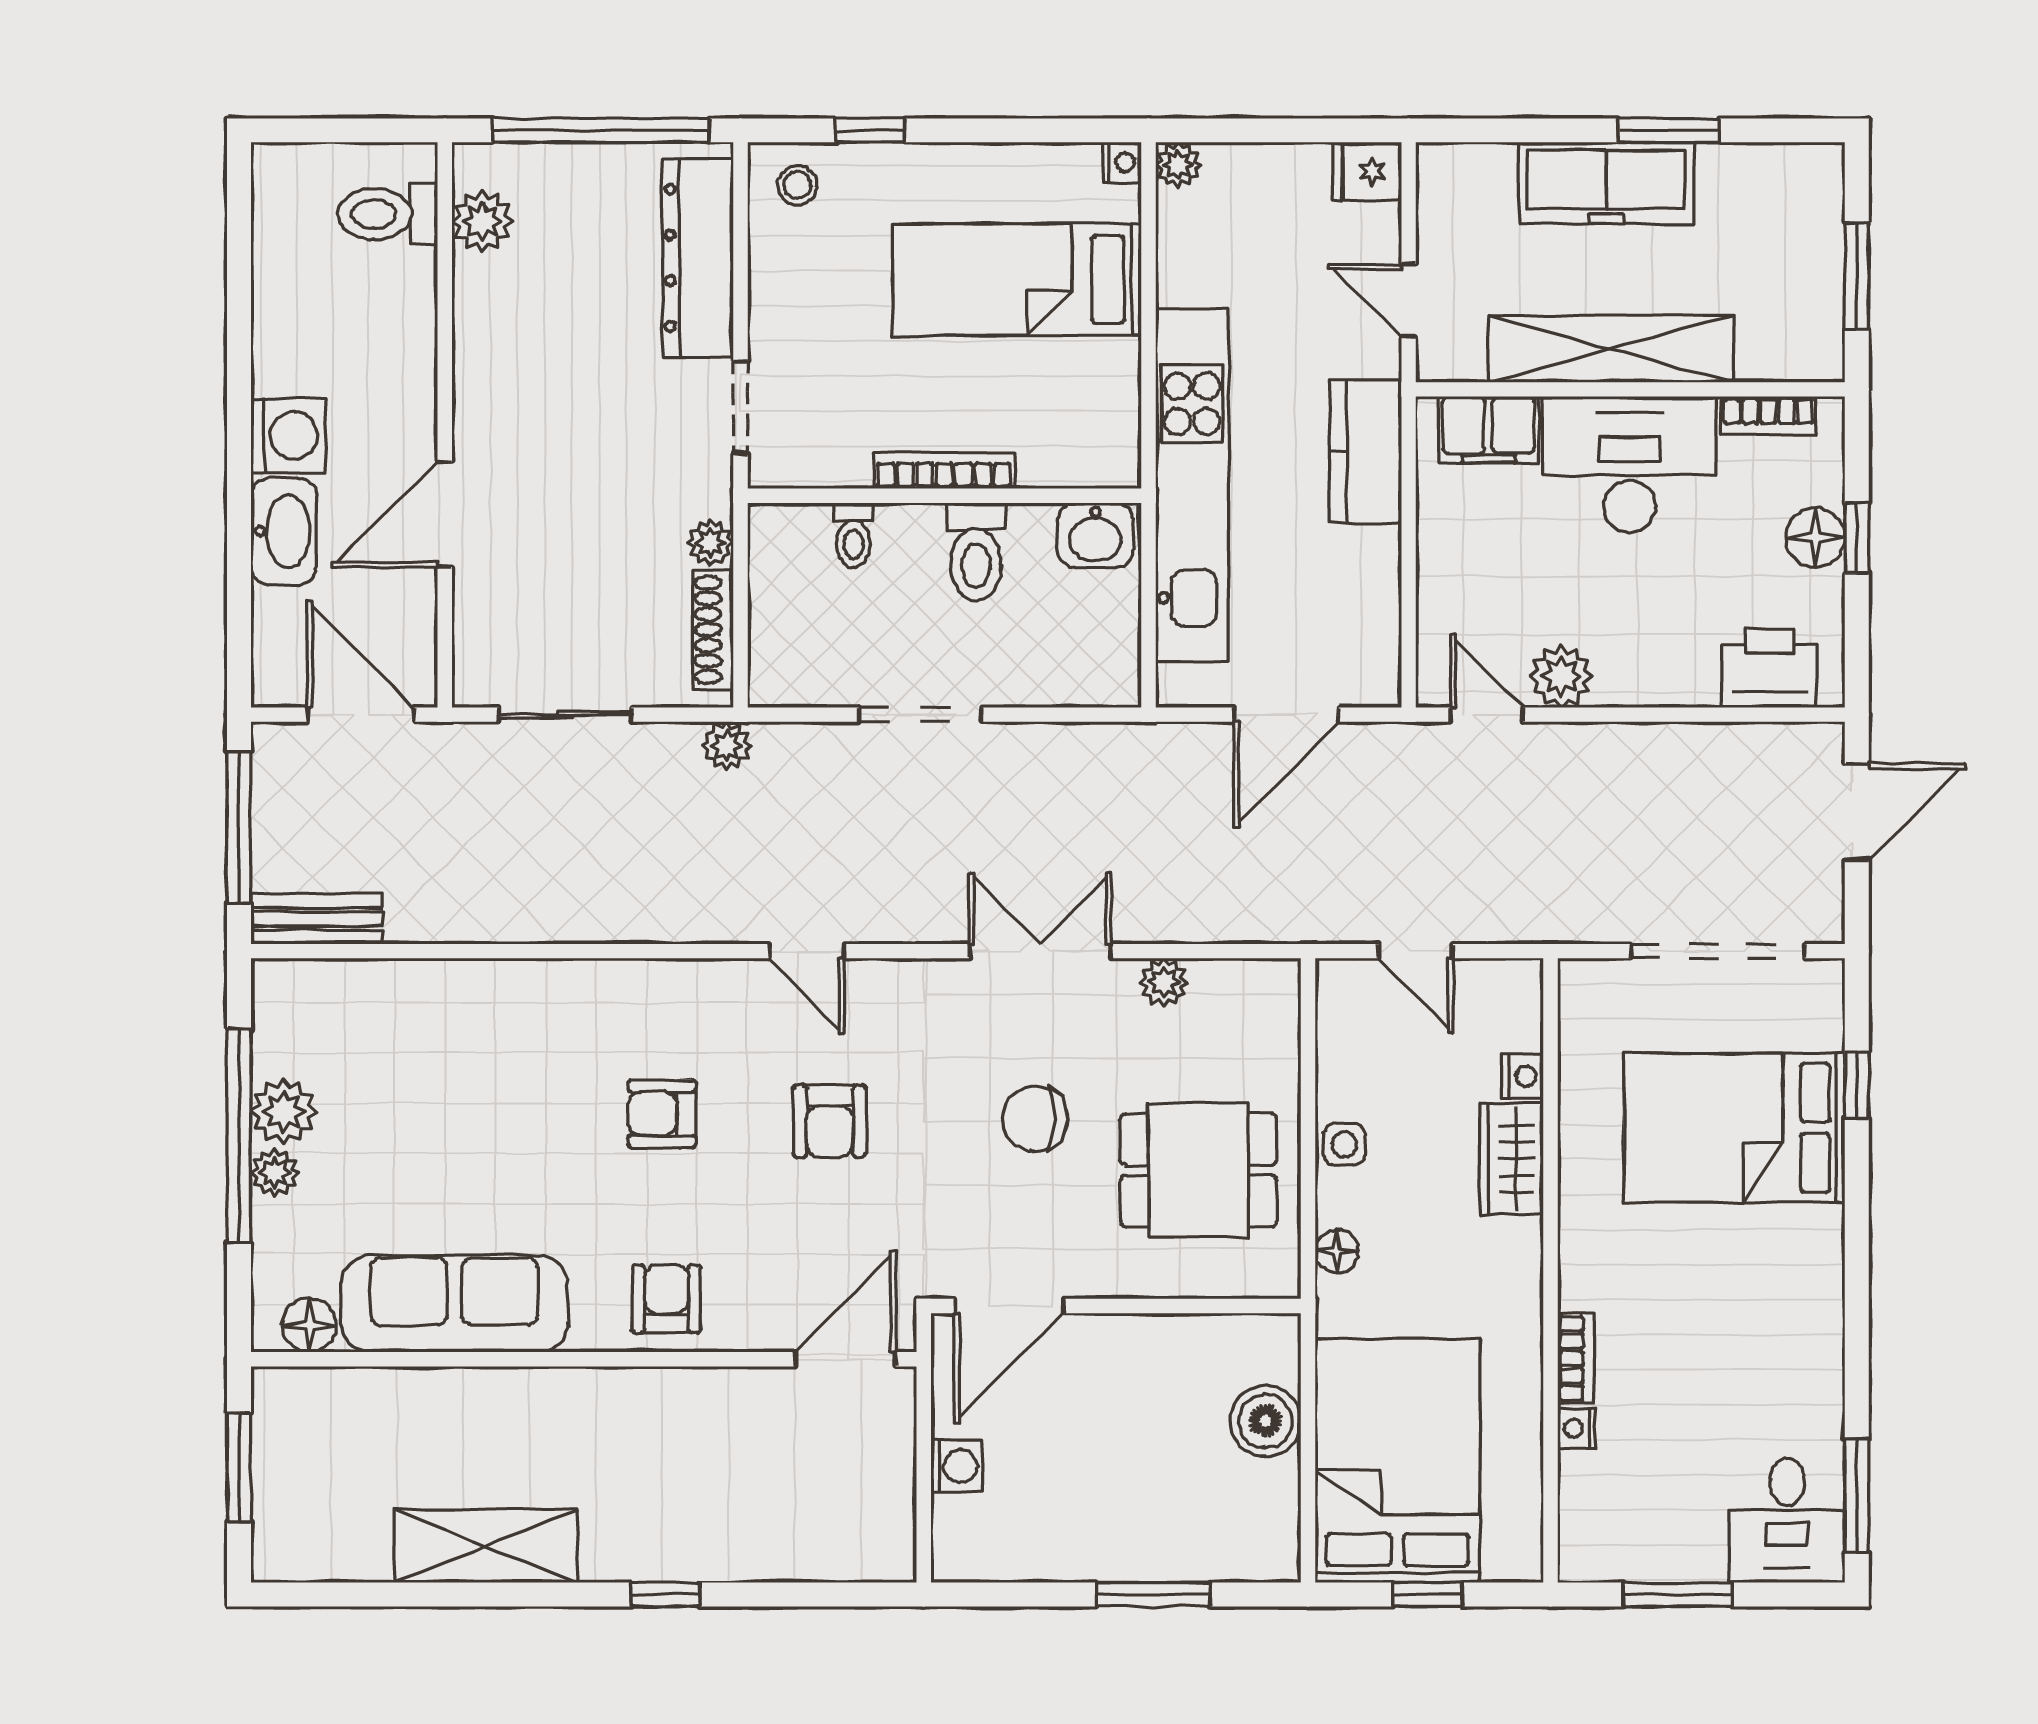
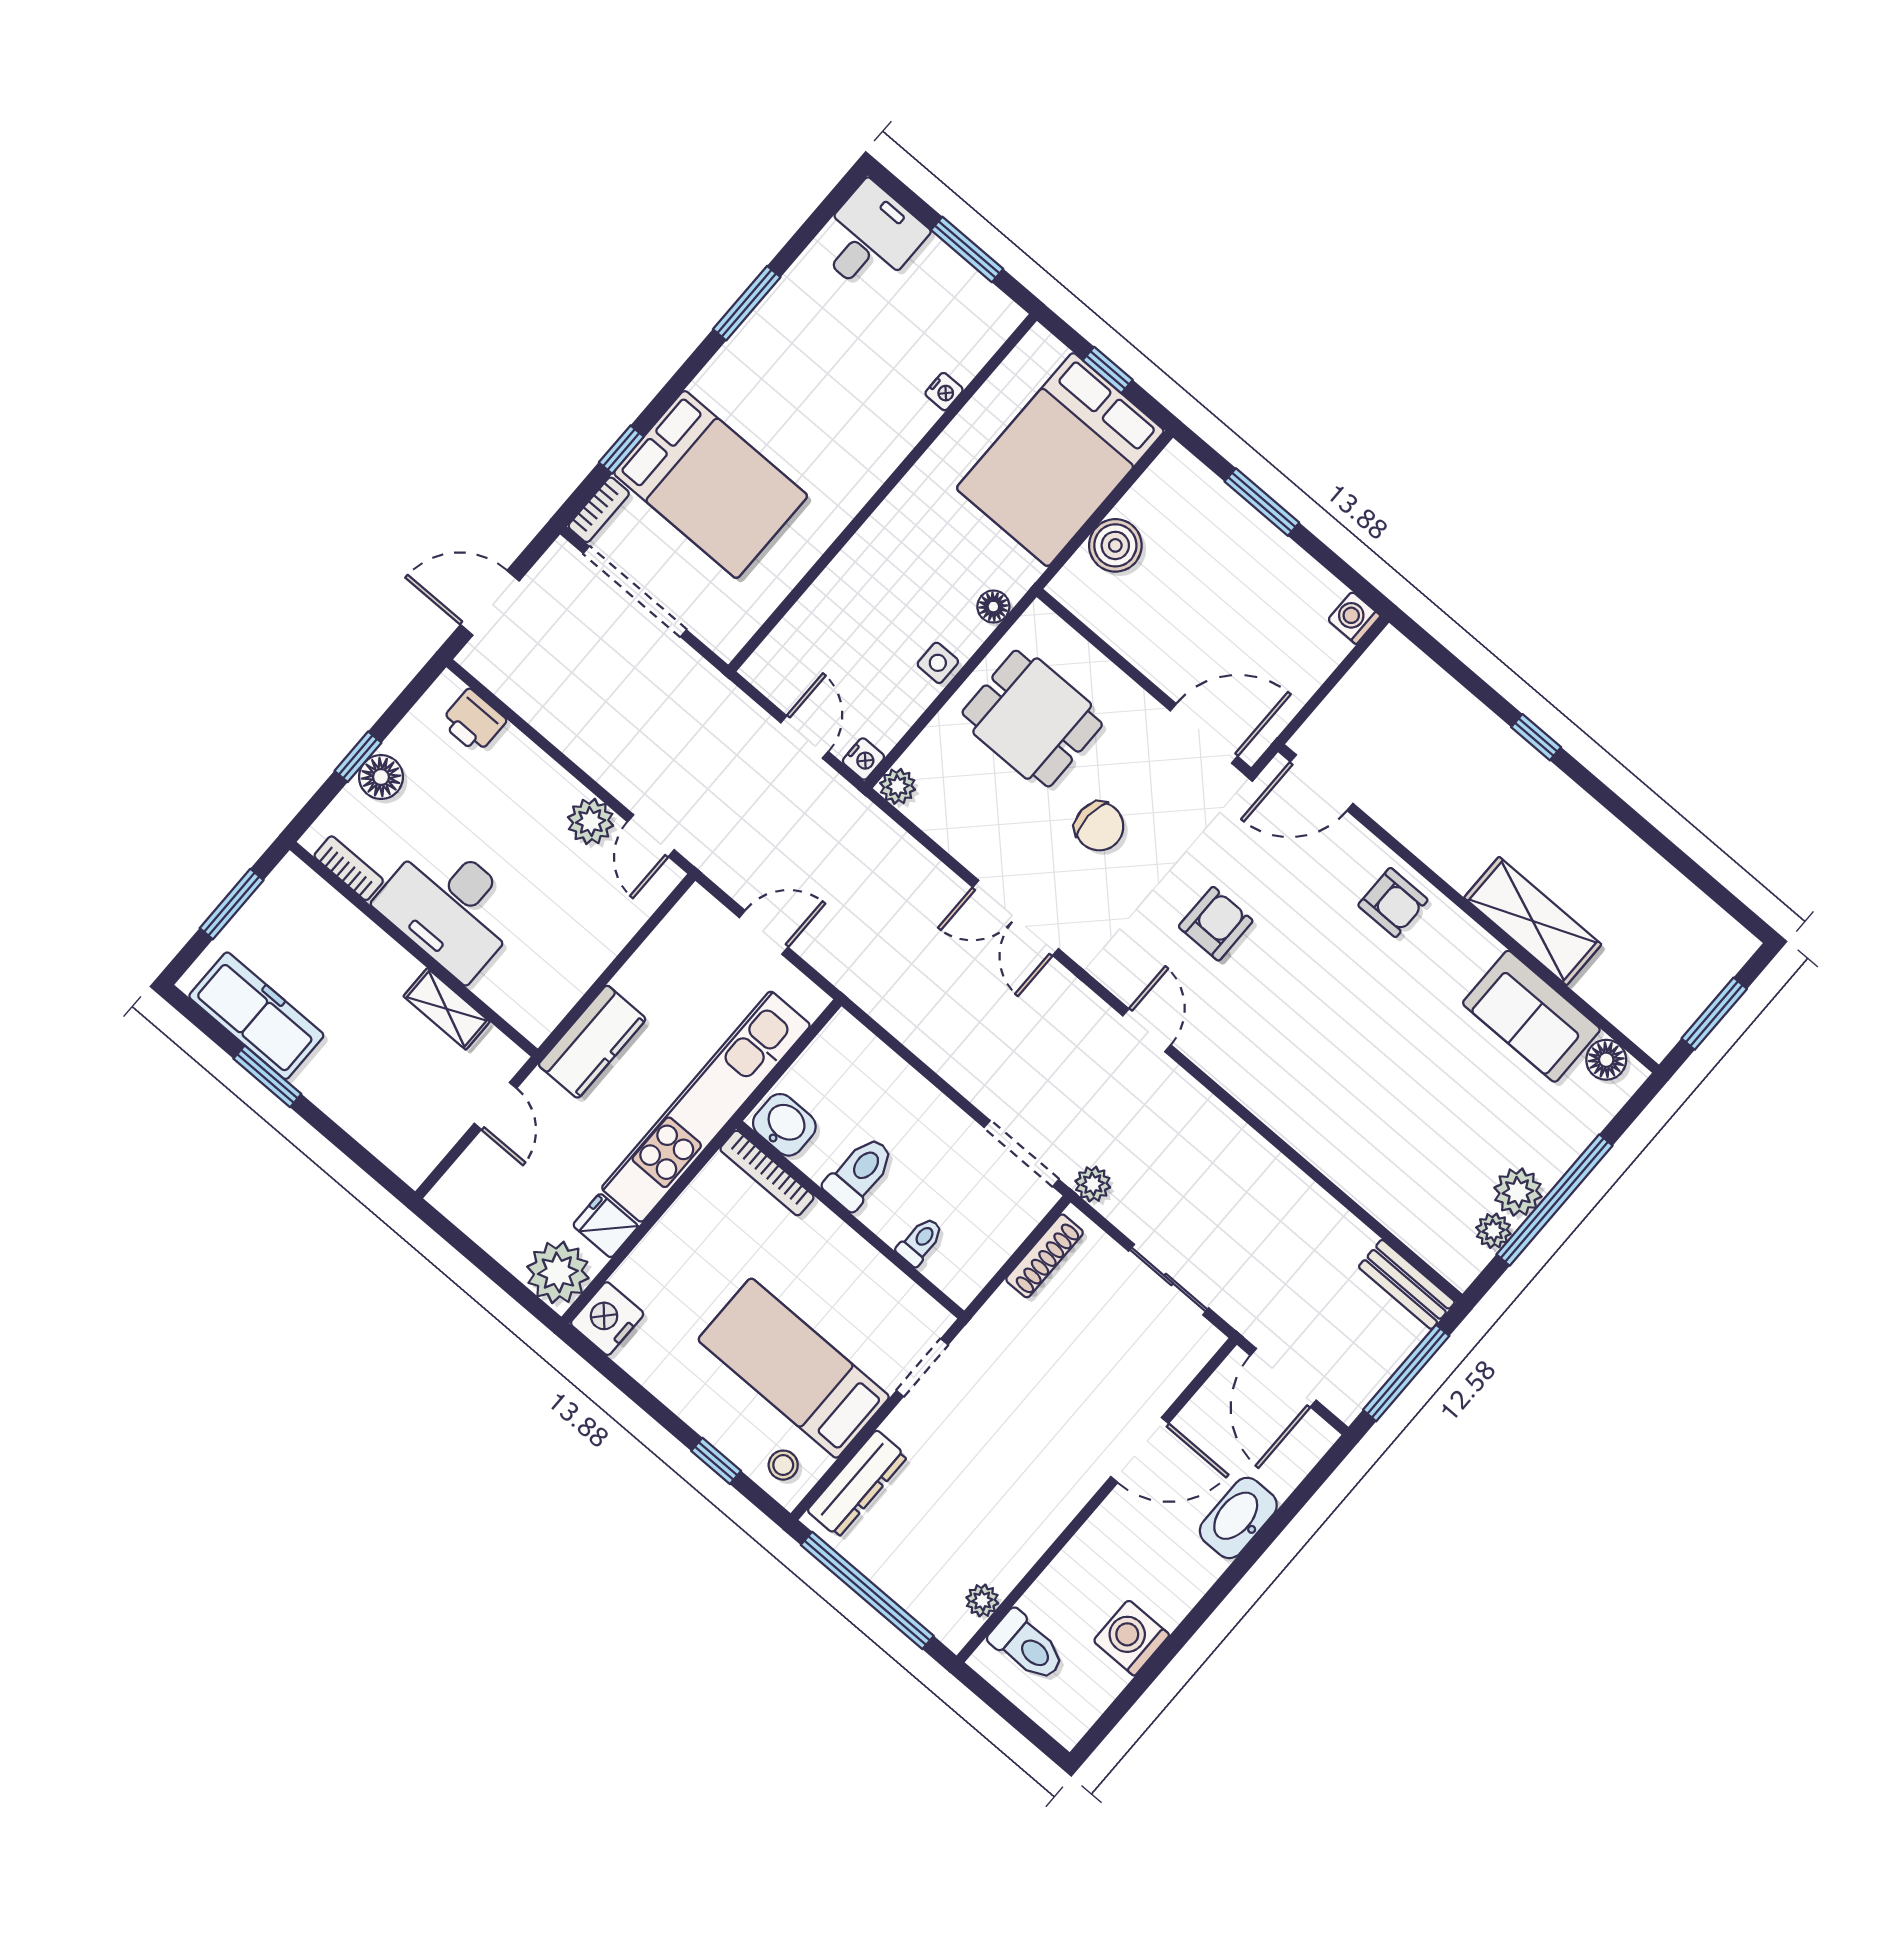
nightstand: (1122, 163) -> (607, 1319), width x1.89, depth x1.79
plant: (1178, 165) -> (558, 1272), width x1.87, depth x1.87
fridge: (1367, 171) -> (606, 1226), moved, turned 180
freezer: (1606, 183) -> (256, 1016), moved
plant: (482, 221) -> (982, 1600), width x0.73, depth x0.73
dresser: (698, 258) -> (857, 1484), width x0.73, depth x0.80
bed: (1017, 280) -> (794, 1368), moved, turned 180
shelving: (1611, 349) -> (447, 1009), width x0.45, depth x0.75
filing cabinet: (1489, 430) -> (513, 995), removed
washing machine: (288, 435) -> (1131, 1638), moved
bookcase: (944, 471) -> (767, 1173), moved
plant: (710, 543) -> (1004, 1306), removed
printer: (1770, 668) -> (473, 721), width x0.73, depth x0.81
doorway: (920, 715) -> (1021, 1153), moved
door: (1286, 715) -> (764, 932), width x0.73
plant: (1164, 982) -> (898, 786), moved
nightstand: (1523, 1076) -> (863, 759), moved, turned 180
armchair: (662, 1114) -> (1306, 1009), removed
wardrobe: (1511, 1159) -> (851, 574), removed
plant: (275, 1173) -> (1493, 1231), moved
armchair: (666, 1299) -> (1393, 902), turned -90
sofa: (454, 1304) -> (1531, 1016), width x0.73
bookcase: (1576, 1359) -> (599, 510), moved, turned 180
washing machine: (957, 1466) -> (1354, 618), moved
window: (1857, 1496) -> (747, 303), moved
shelving: (486, 1546) -> (1533, 921), moved

